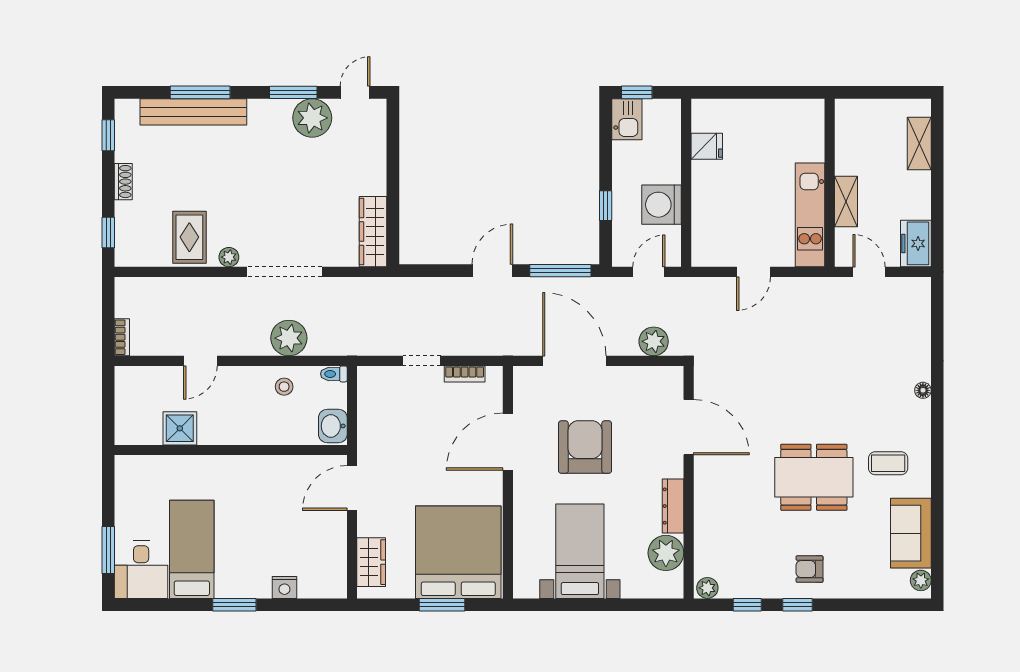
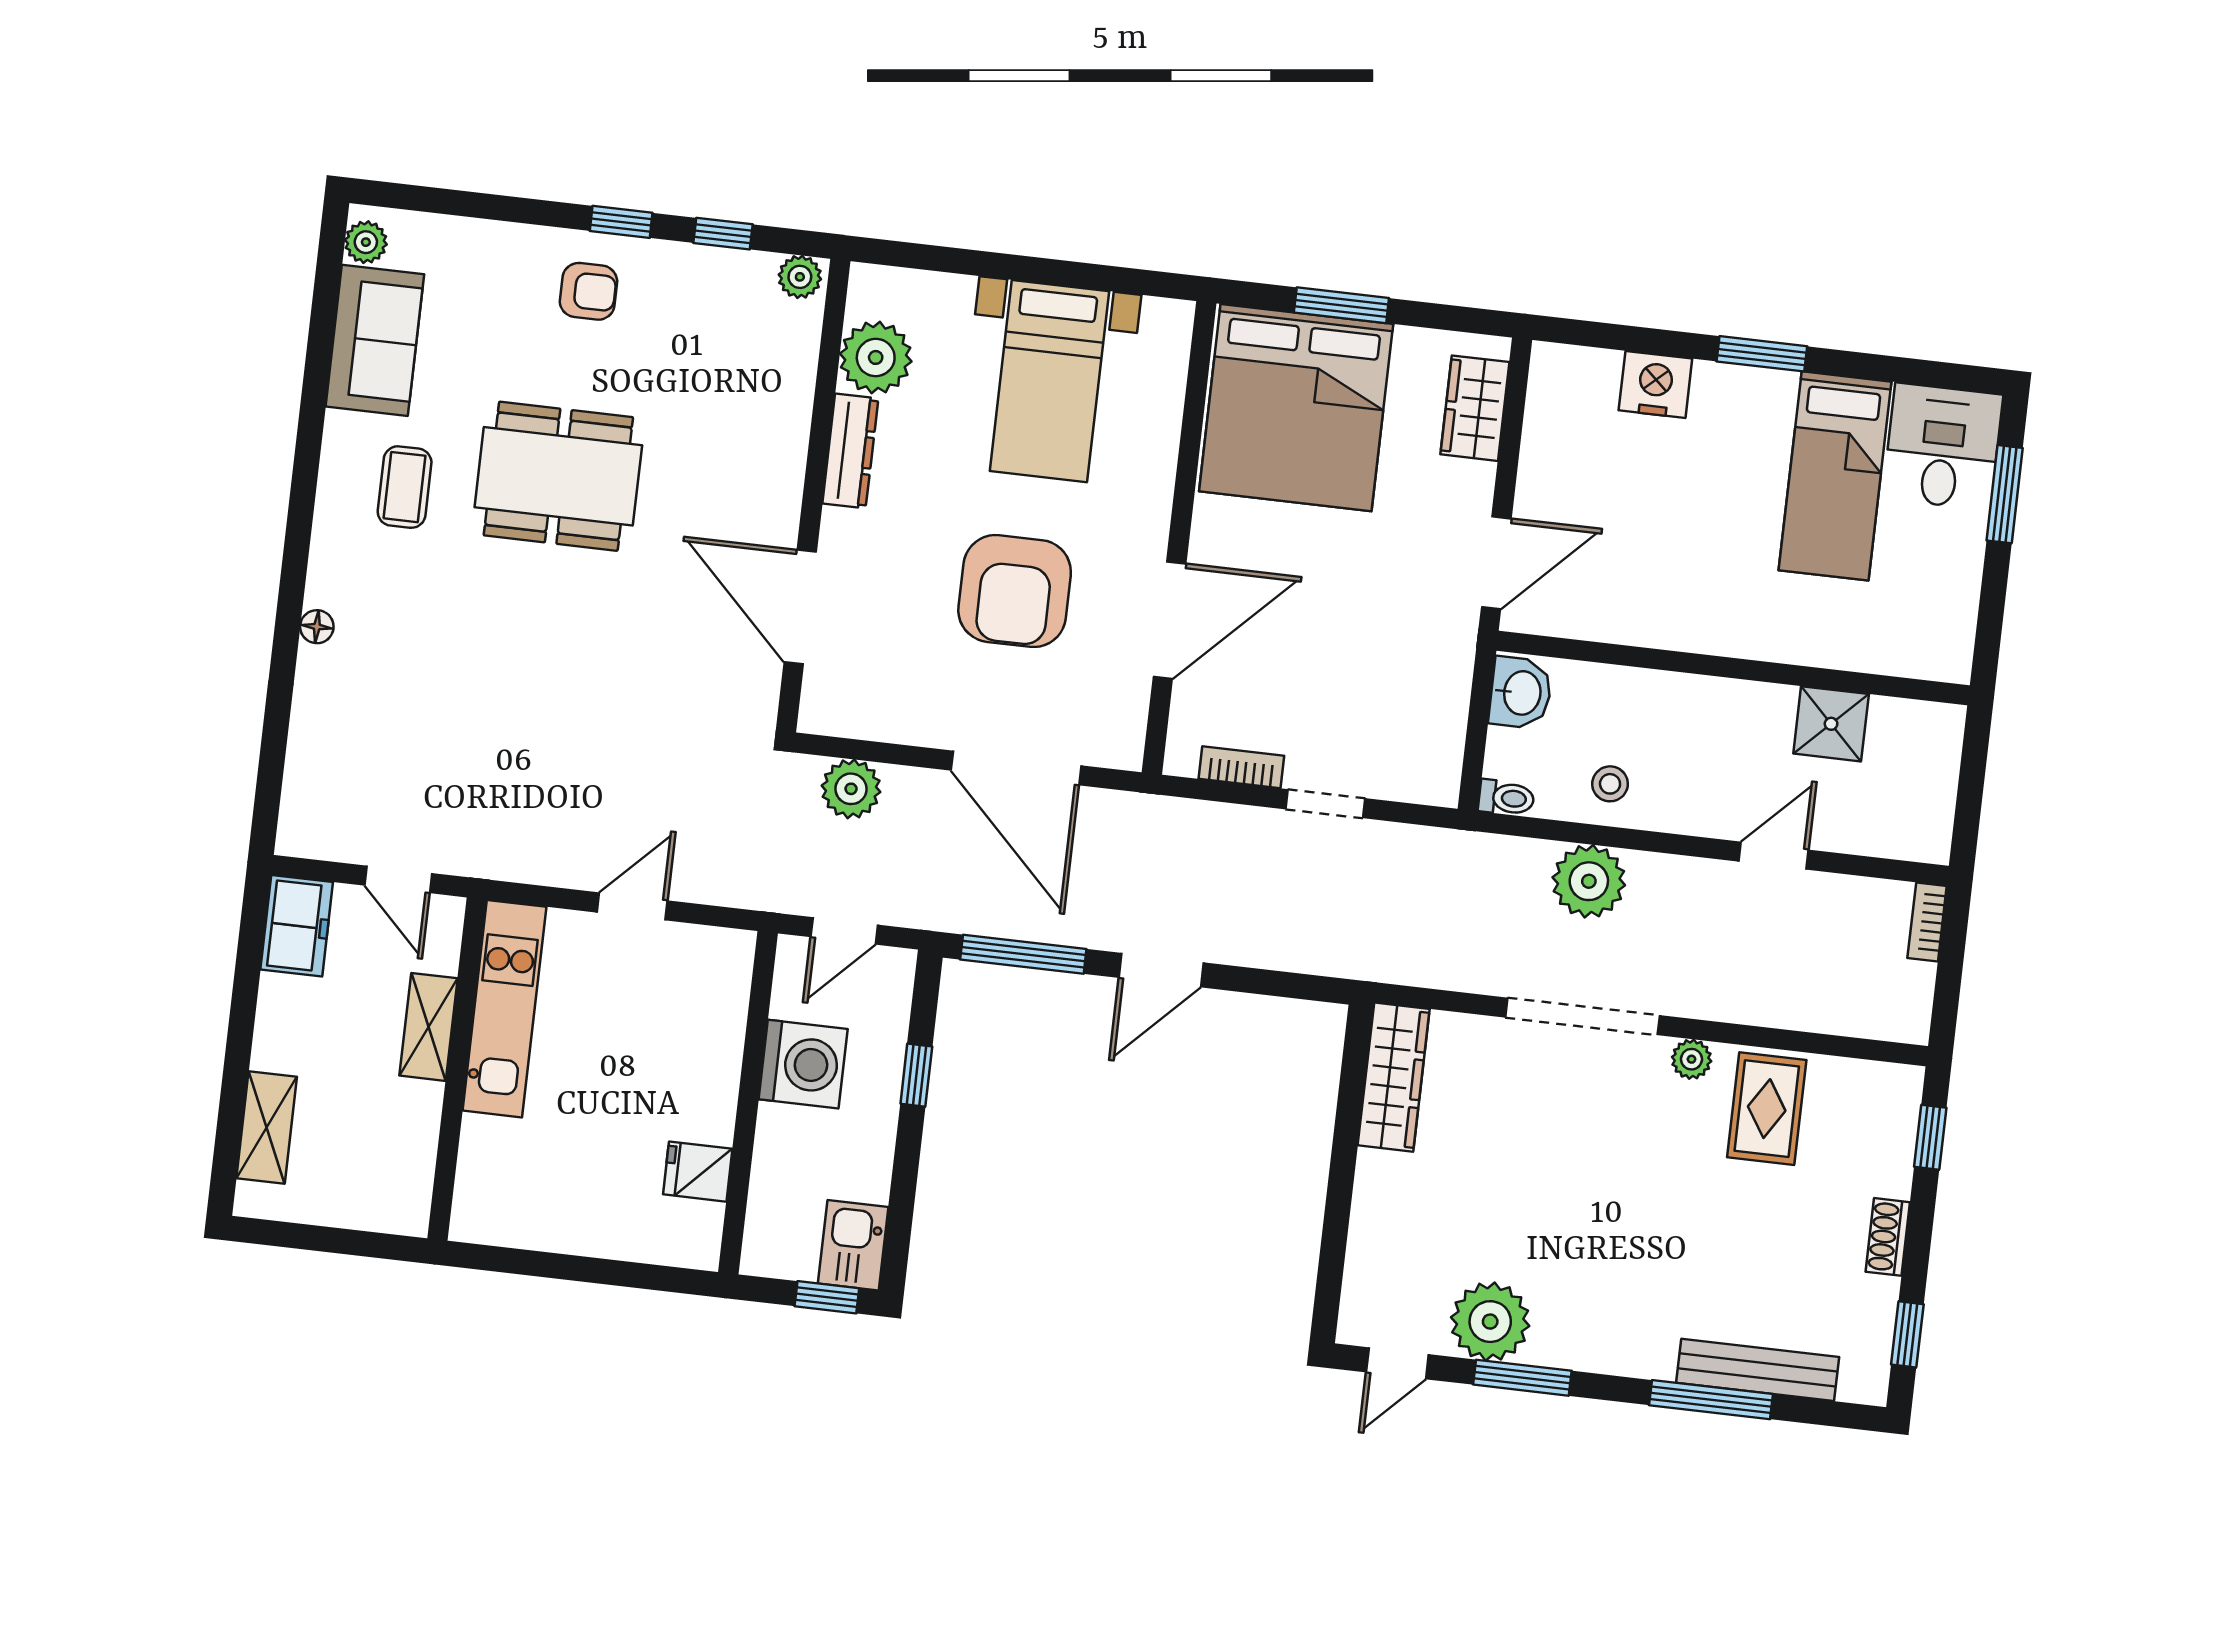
bench: (193, 112) -> (1758, 1370), width x0.73, depth x0.82
coffee table: (888, 463) -> (405, 487), turned 90
nightstand: (284, 587) -> (1655, 384), width x1.36, depth x1.33

